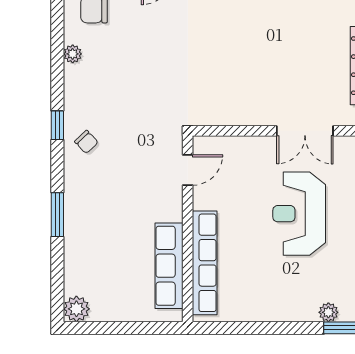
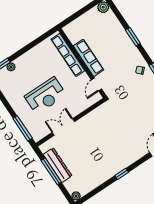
reception desk: (299, 214) -> (45, 96), turned 90
row of seats: (169, 266) -> (89, 58), moved

